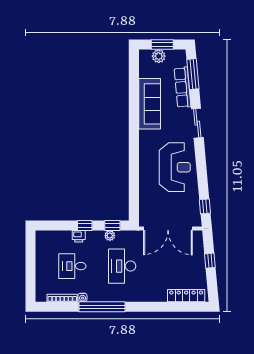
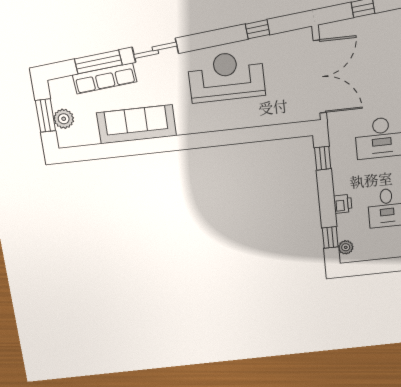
window: (193, 74) -> (98, 62), moved
window: (205, 206) -> (258, 29), moved
window: (85, 225) -> (330, 237), moved
plant: (110, 236) -> (346, 247), moved

